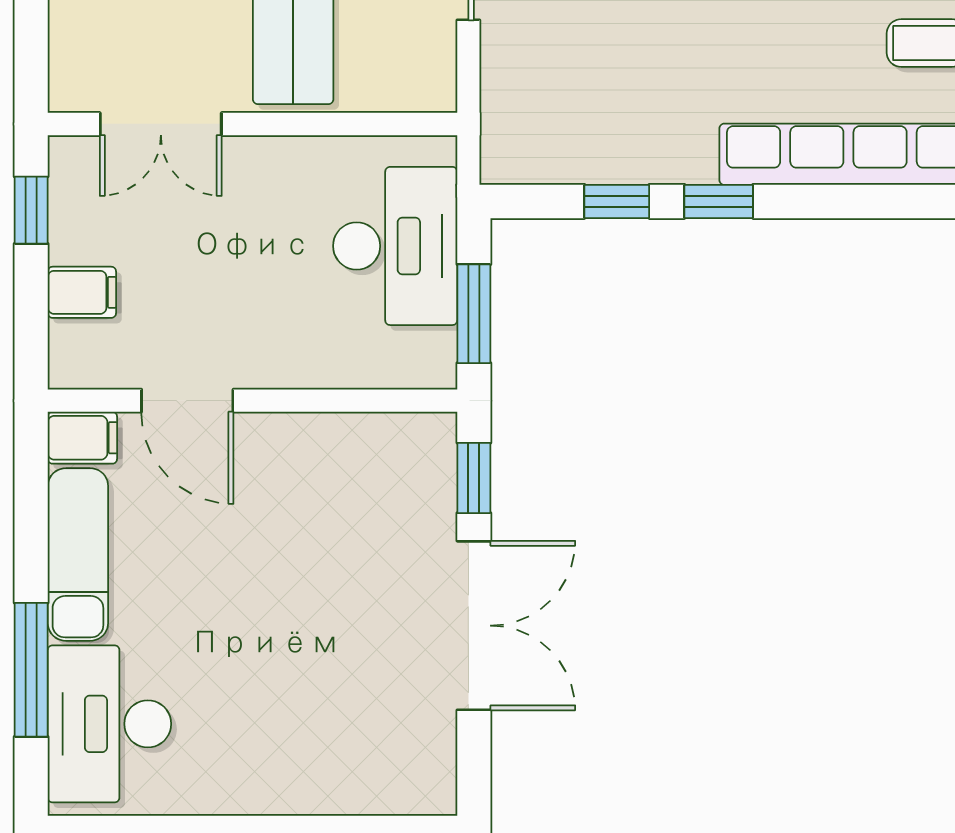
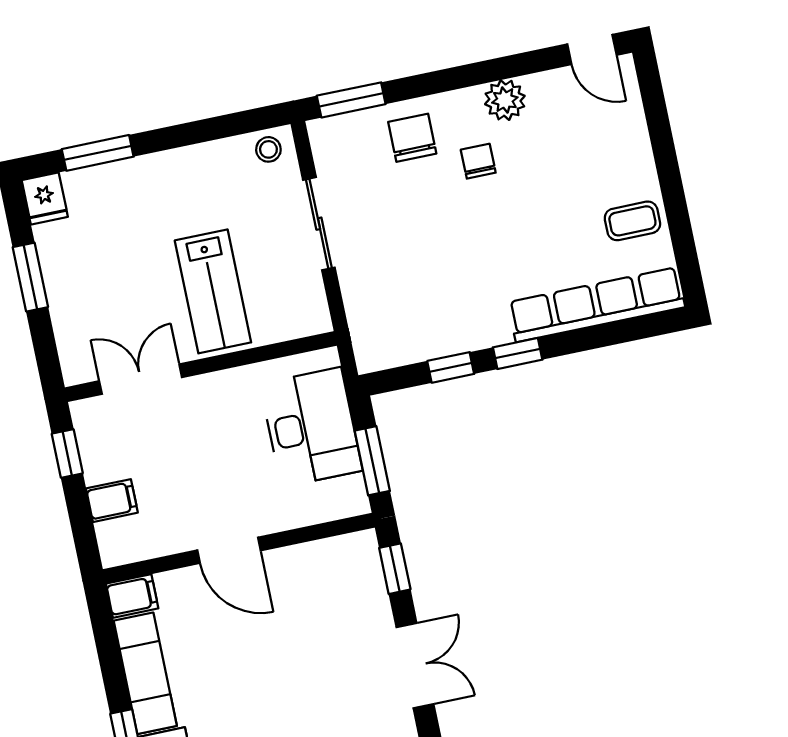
double door: (161, 124) -> (141, 379), swing flipped
door: (187, 401) -> (229, 550), moved
double door: (474, 626) -> (415, 666), width x0.73

